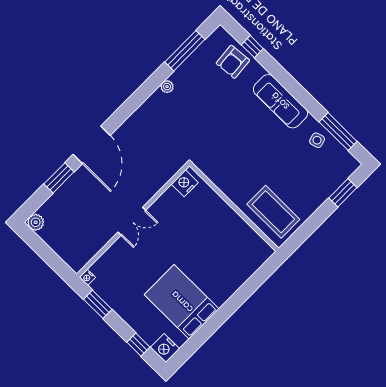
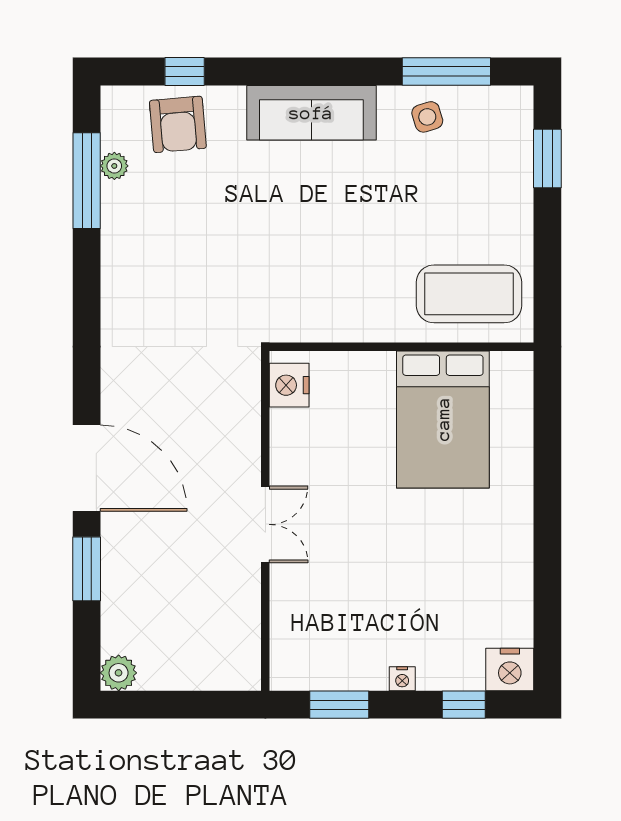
plant: (167, 87) -> (114, 166), moved
nightstand: (87, 277) -> (402, 679), moved
bed: (182, 302) -> (443, 419), moved, turned -90

